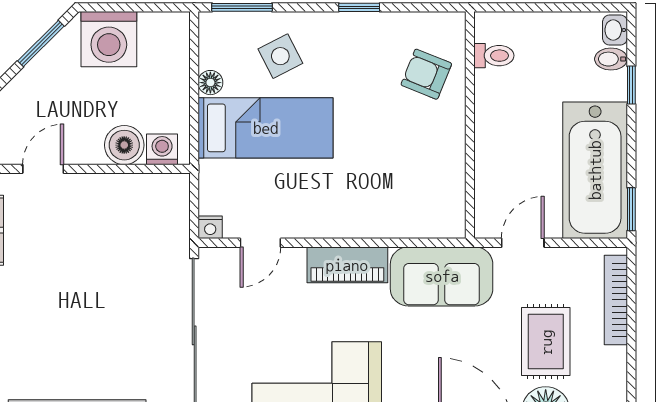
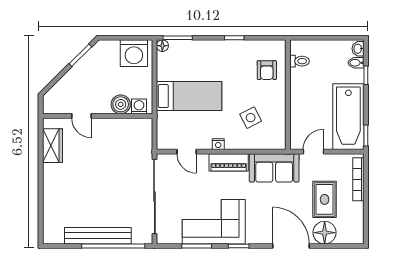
washing machine: (109, 39) -> (134, 53), moved
side table: (280, 56) -> (251, 118), moved
armchair: (426, 74) -> (267, 70), turned -112
floor lamp: (210, 83) -> (162, 46), moved
door: (43, 169) -> (81, 116), swing flipped
nightstand: (210, 227) -> (218, 144), moved
door: (260, 243) -> (187, 152), hinge flipped

